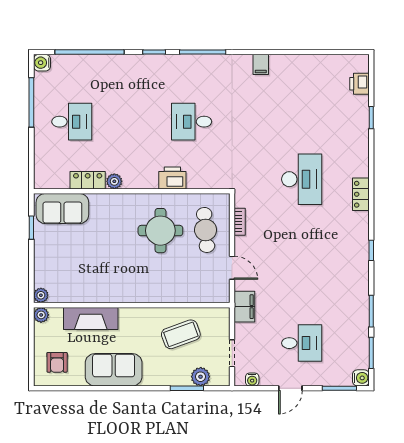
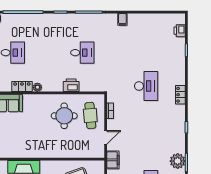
desk: (192, 122) -> (82, 53), turned 180
door: (232, 268) -> (106, 137), hinge flipped
plant: (356, 309) -> (178, 161), added

